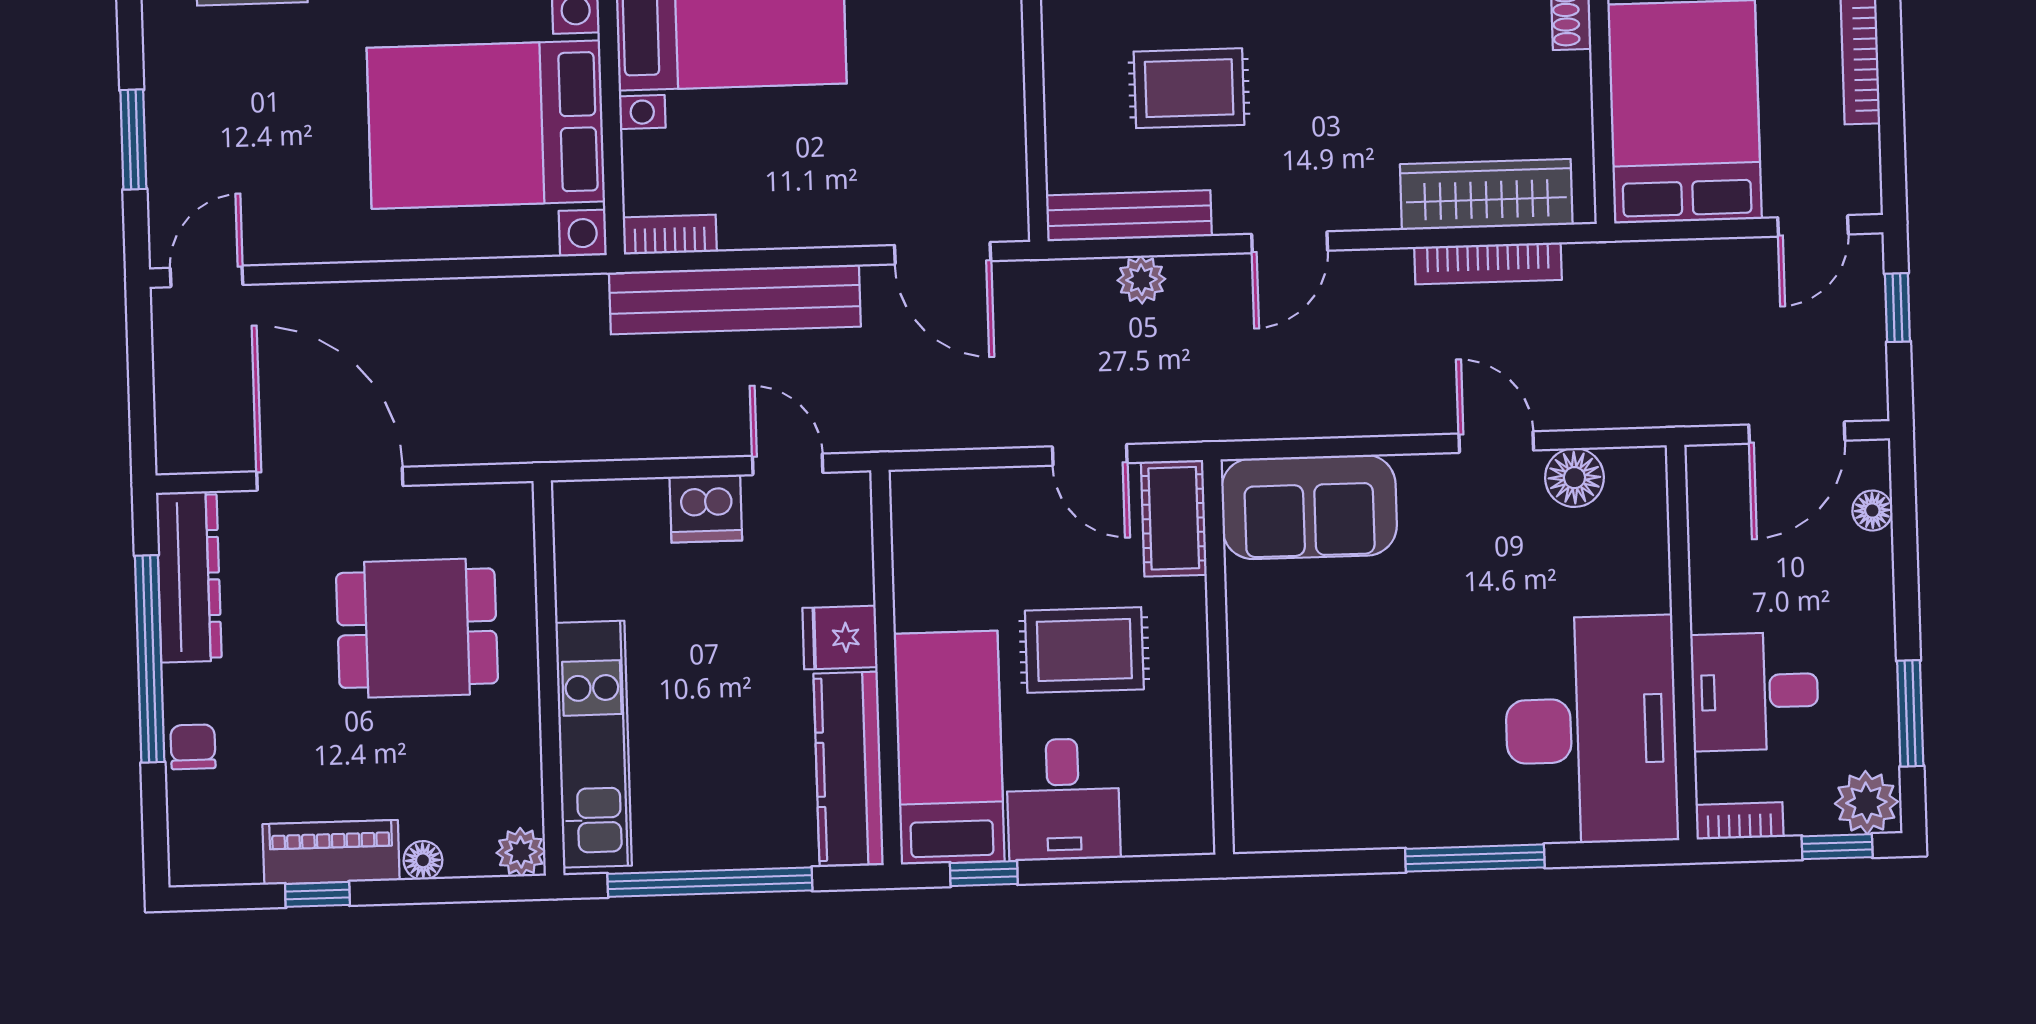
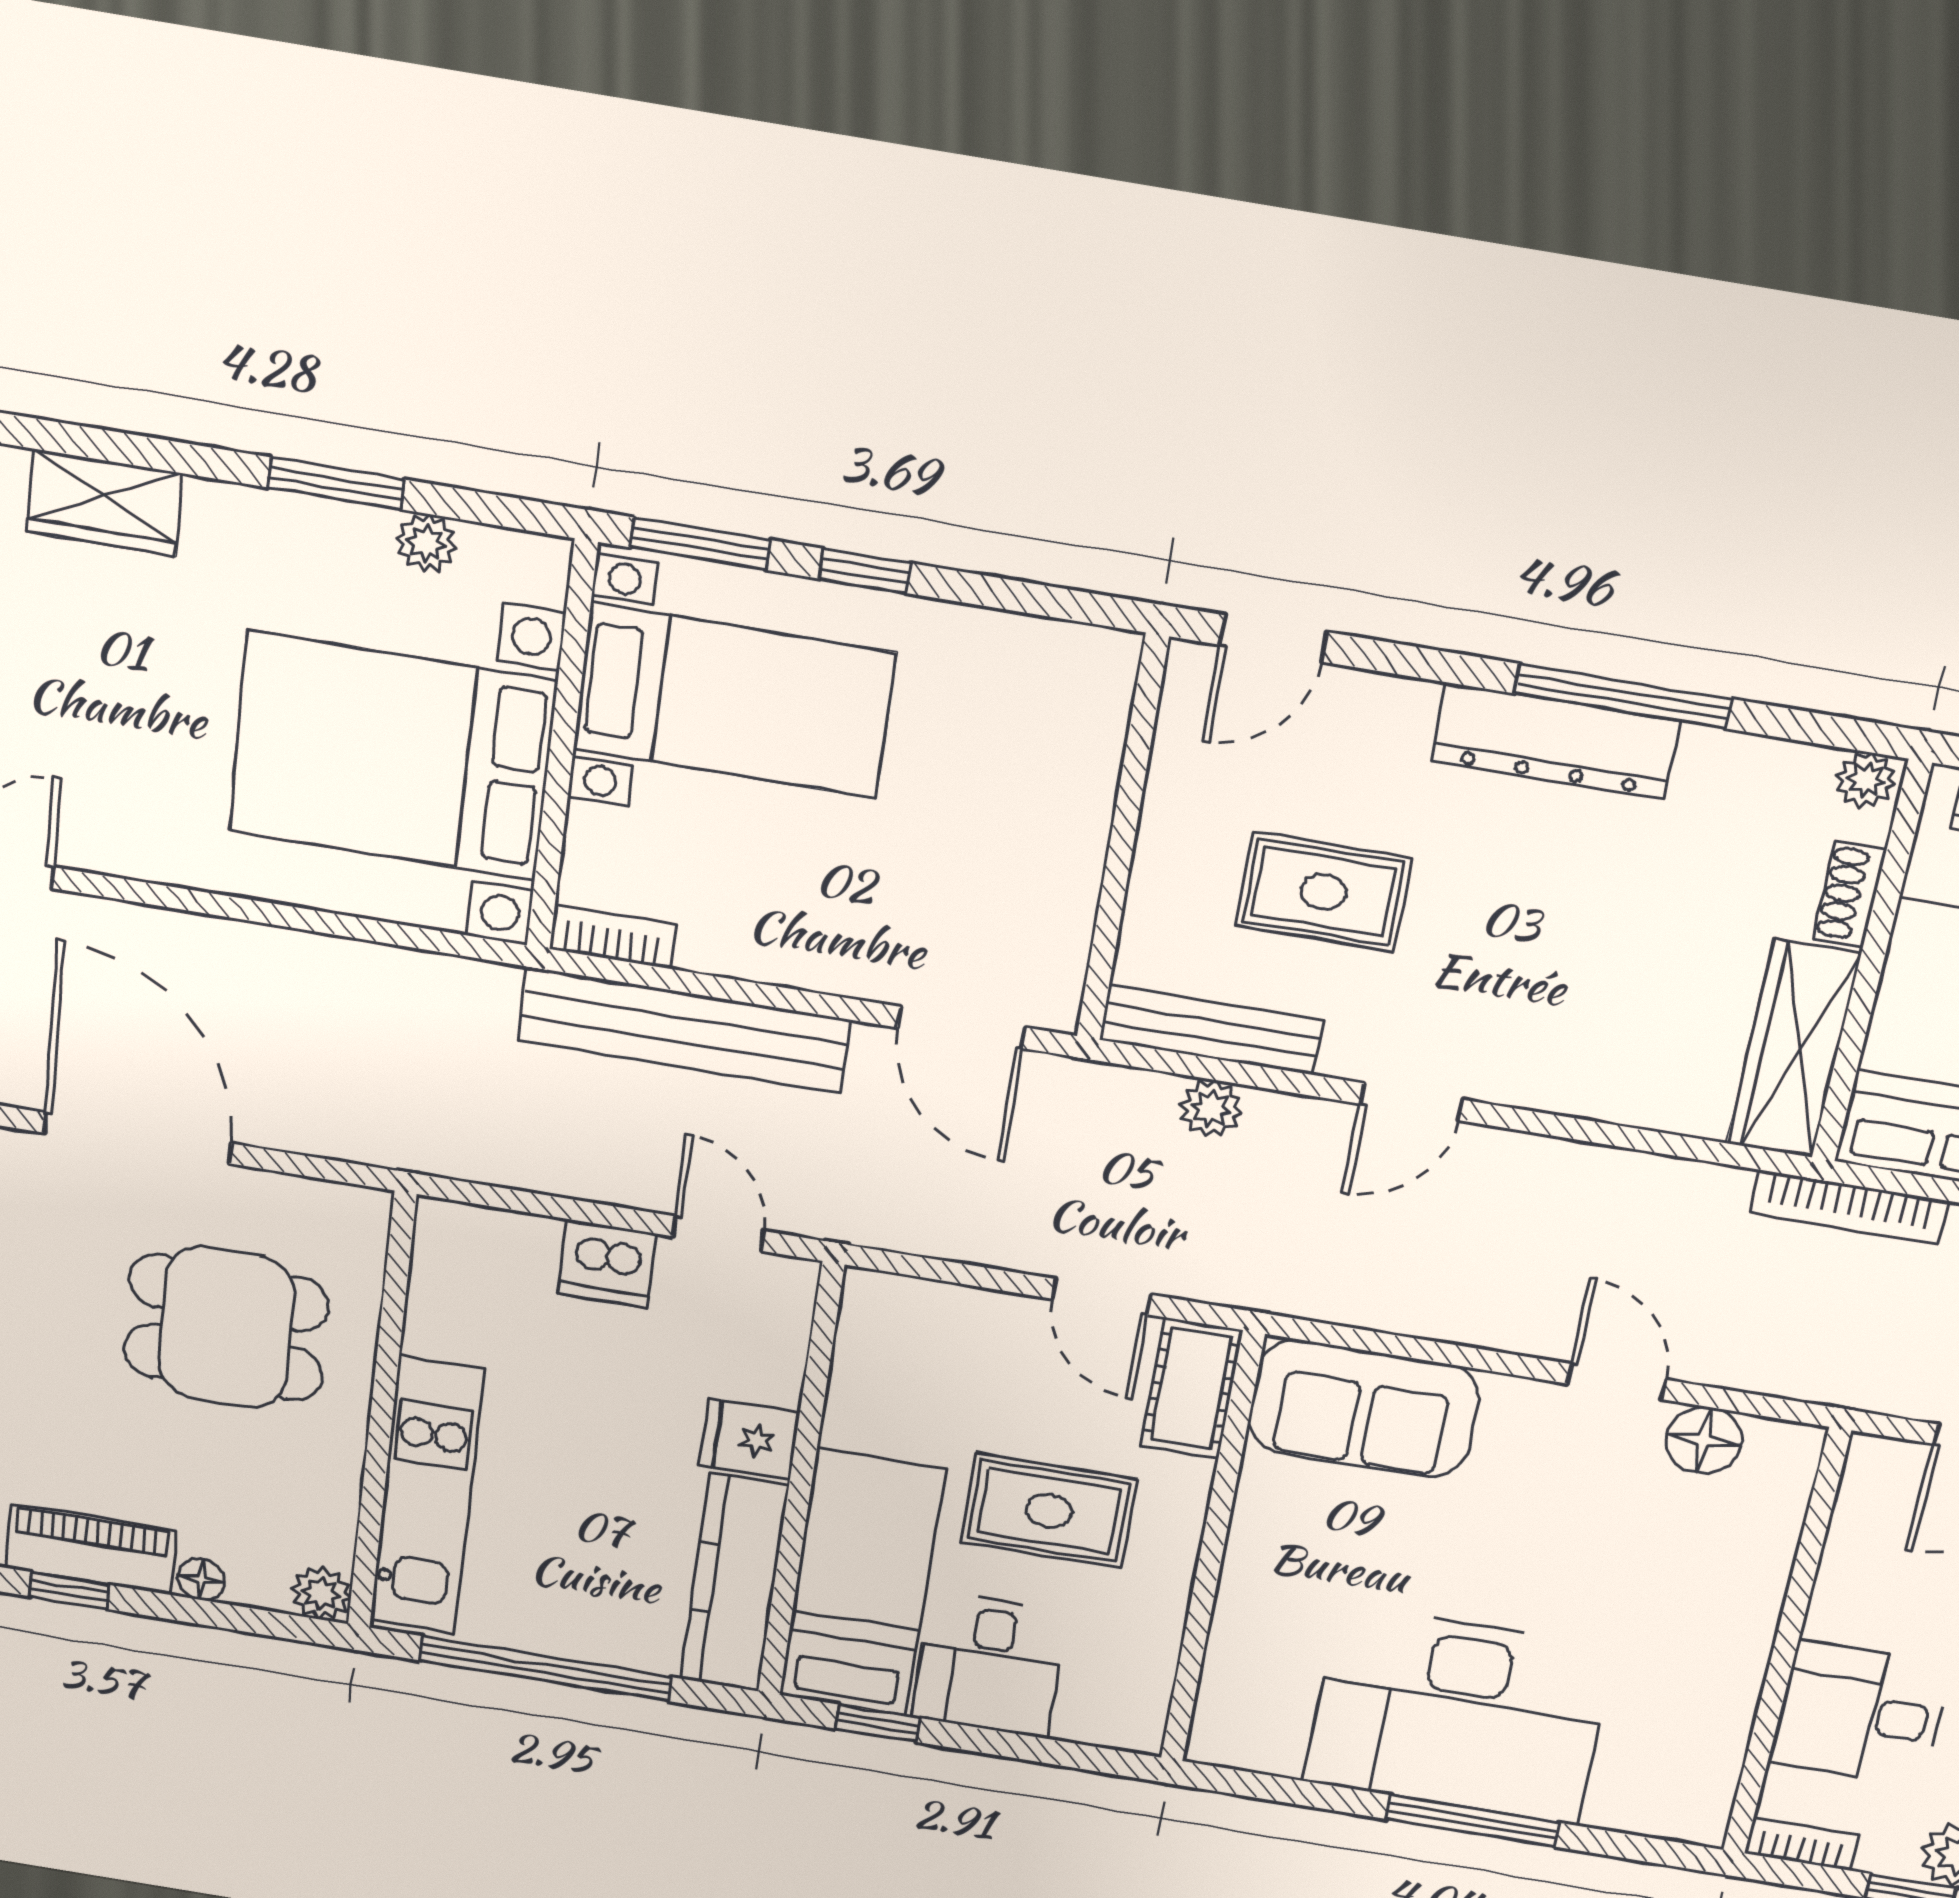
wardrobe: (1486, 194) -> (1794, 1049), moved, turned -90
bookcase: (1488, 263) -> (1849, 1207), moved
desk: (1591, 730) -> (1459, 1715), moved, turned 90

